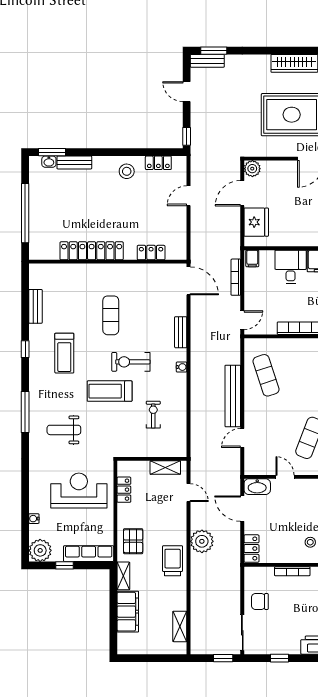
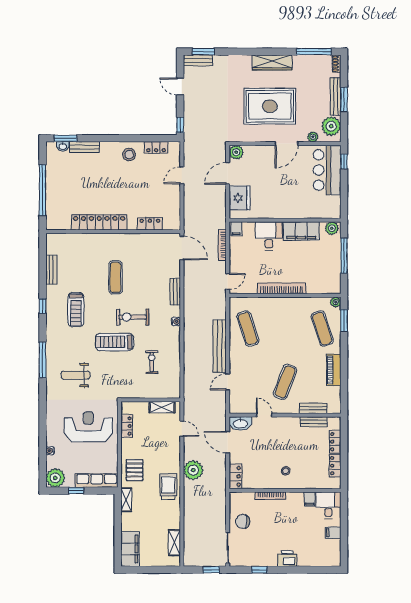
filing cabinet: (128, 612) -> (130, 549), moved

